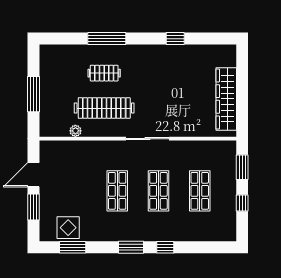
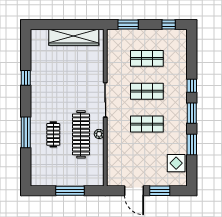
plant: (75, 131) -> (99, 134), moved
window: (242, 203) -> (169, 25), moved
window: (73, 247) -> (192, 144), moved

